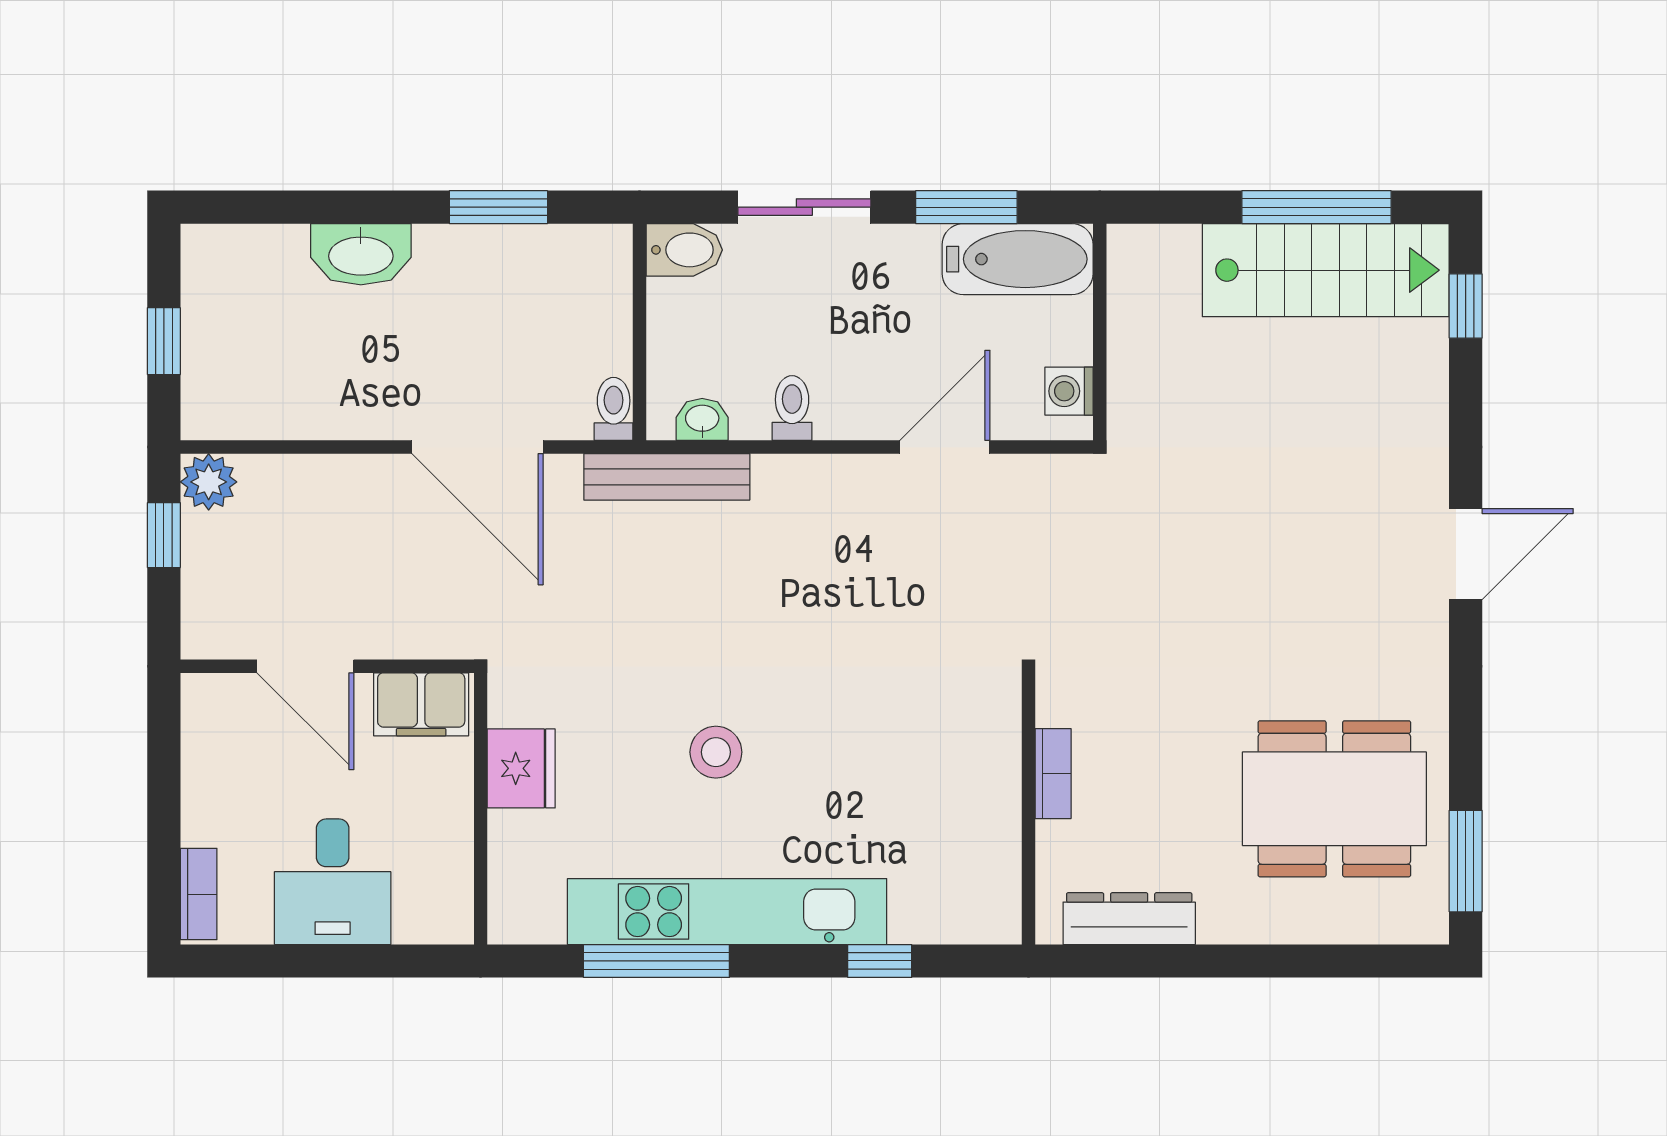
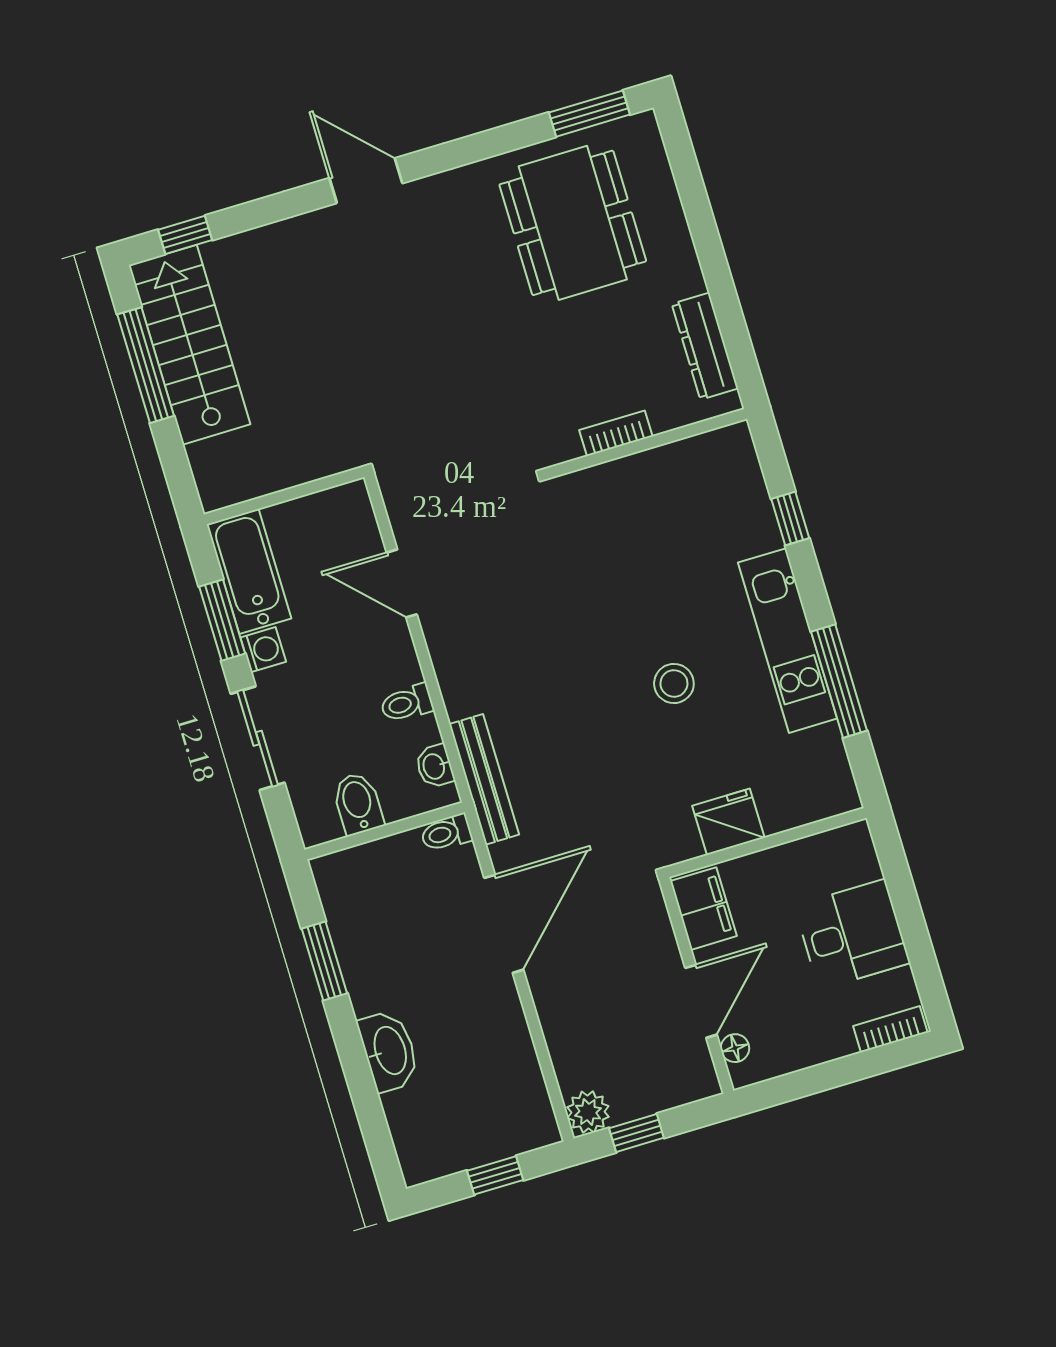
bidet: (684, 250) -> (358, 803), moved
washing machine: (1069, 391) -> (263, 650), moved, turned -90
floor lamp: (234, 691) -> (735, 1048), added
kitchen unit: (727, 912) -> (788, 641), width x0.73

